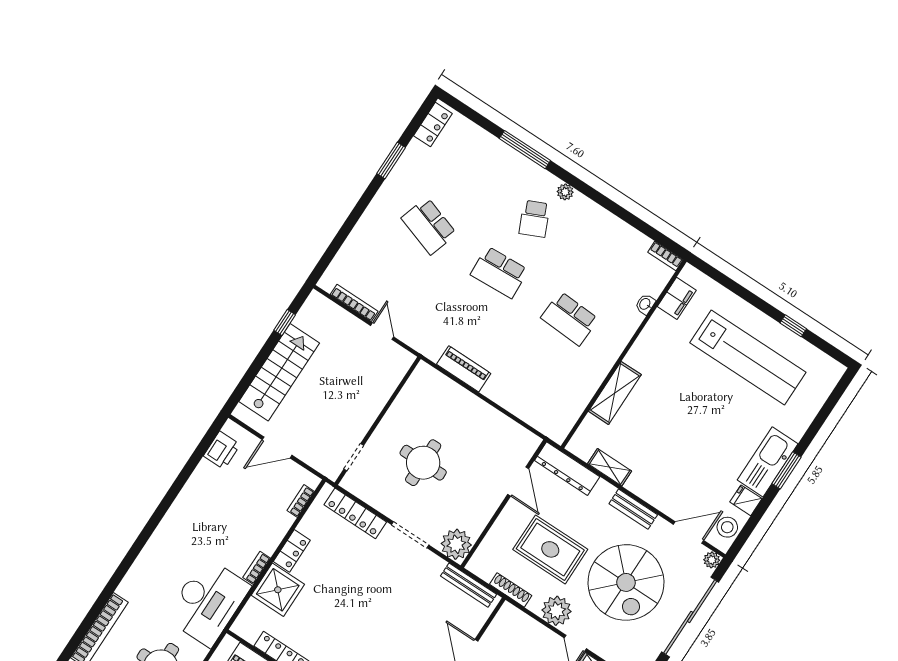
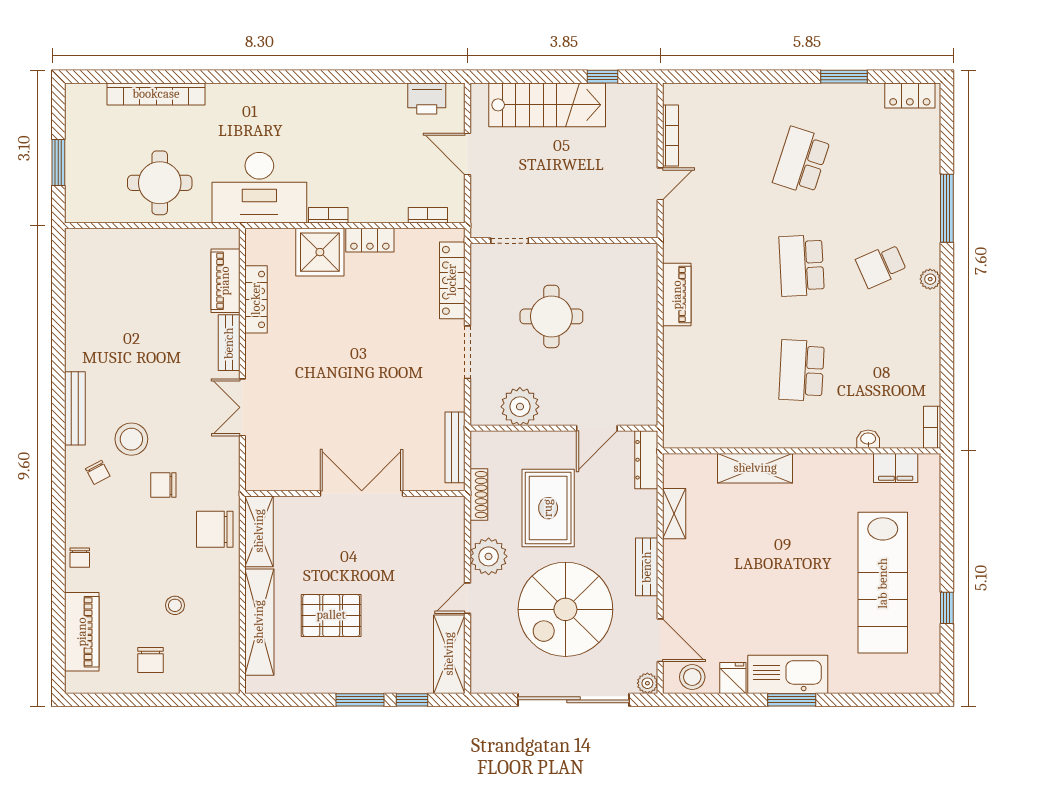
dresser: (567, 469) -> (646, 460), width x0.73, depth x0.80
plant: (456, 544) -> (520, 407), moved

